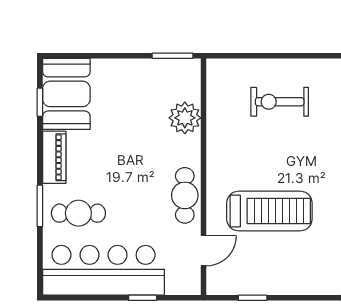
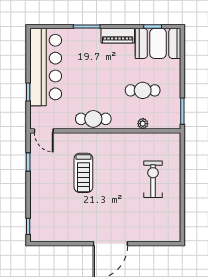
plant: (185, 118) -> (143, 124), width x0.53, depth x0.53
treadmill: (269, 211) -> (83, 173), width x0.73, depth x0.73
cafe table: (78, 213) -> (143, 90), moved, turned 90
door: (203, 251) -> (44, 131), moved

